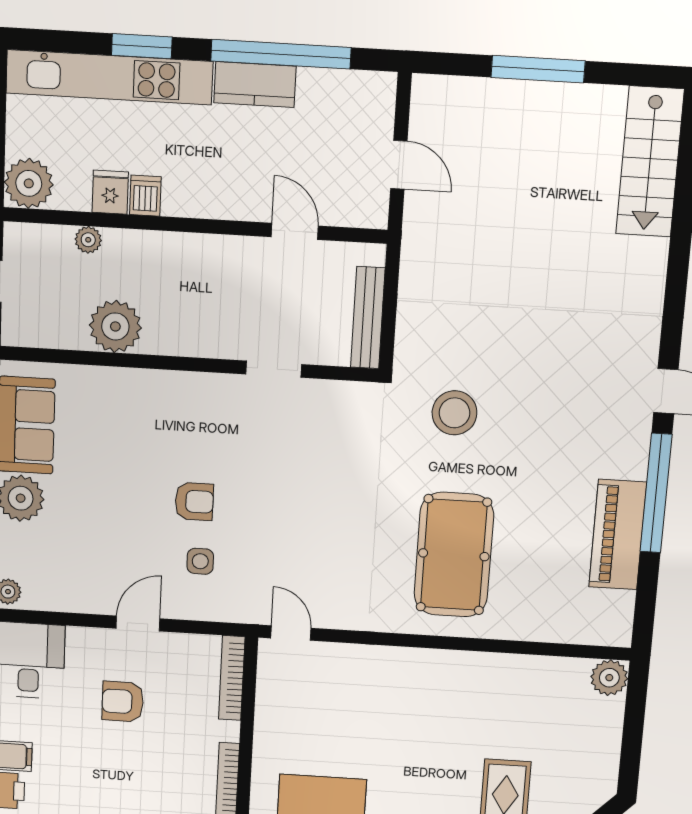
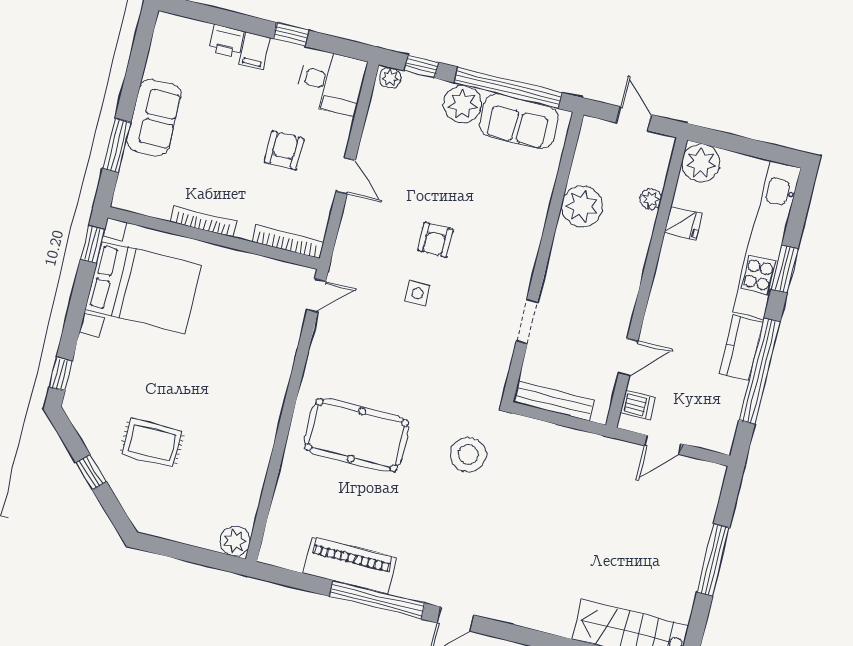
dishwasher: (145, 196) -> (637, 405), moved
side table: (200, 561) -> (417, 293), moved

